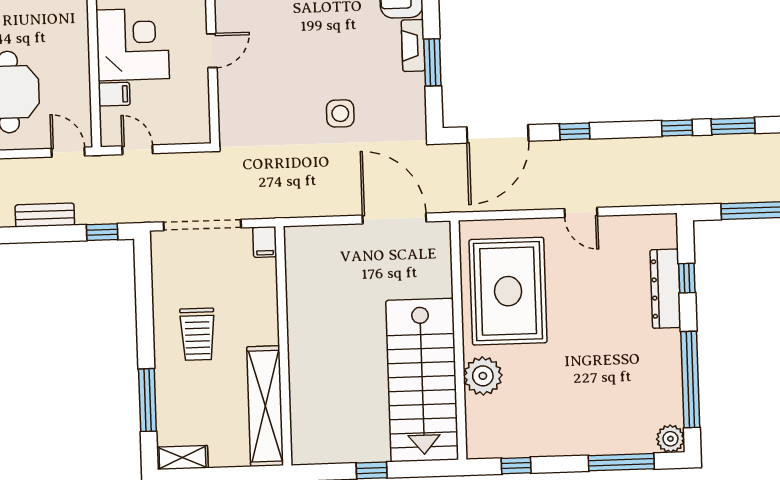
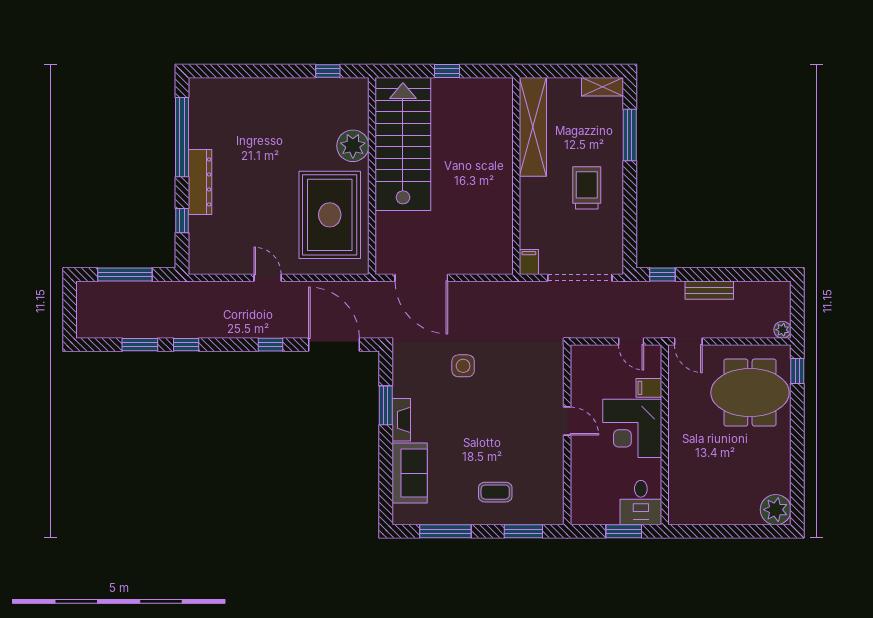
door: (212, 51) -> (567, 421), swing flipped
door: (498, 134) -> (334, 345), hinge flipped
dresser: (665, 289) -> (200, 182), moved
plant: (670, 439) -> (200, 89), removed
window: (621, 462) -> (241, 71), removed

